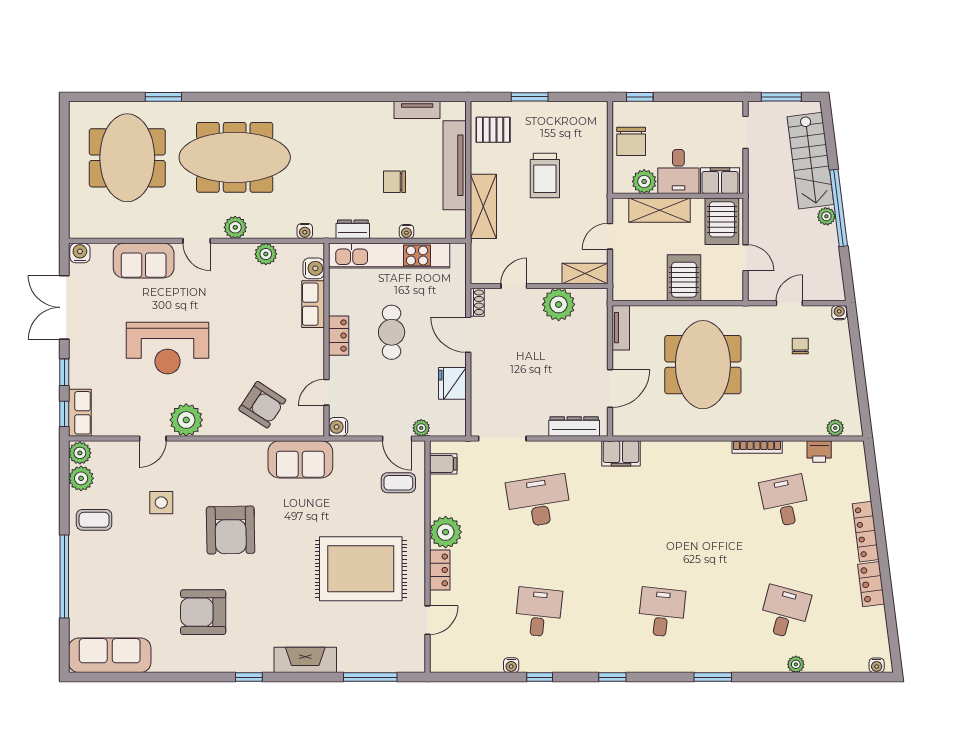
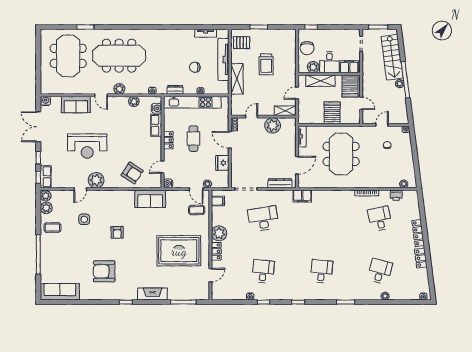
armchair: (231, 530) -> (117, 232), width x0.53, depth x0.53

